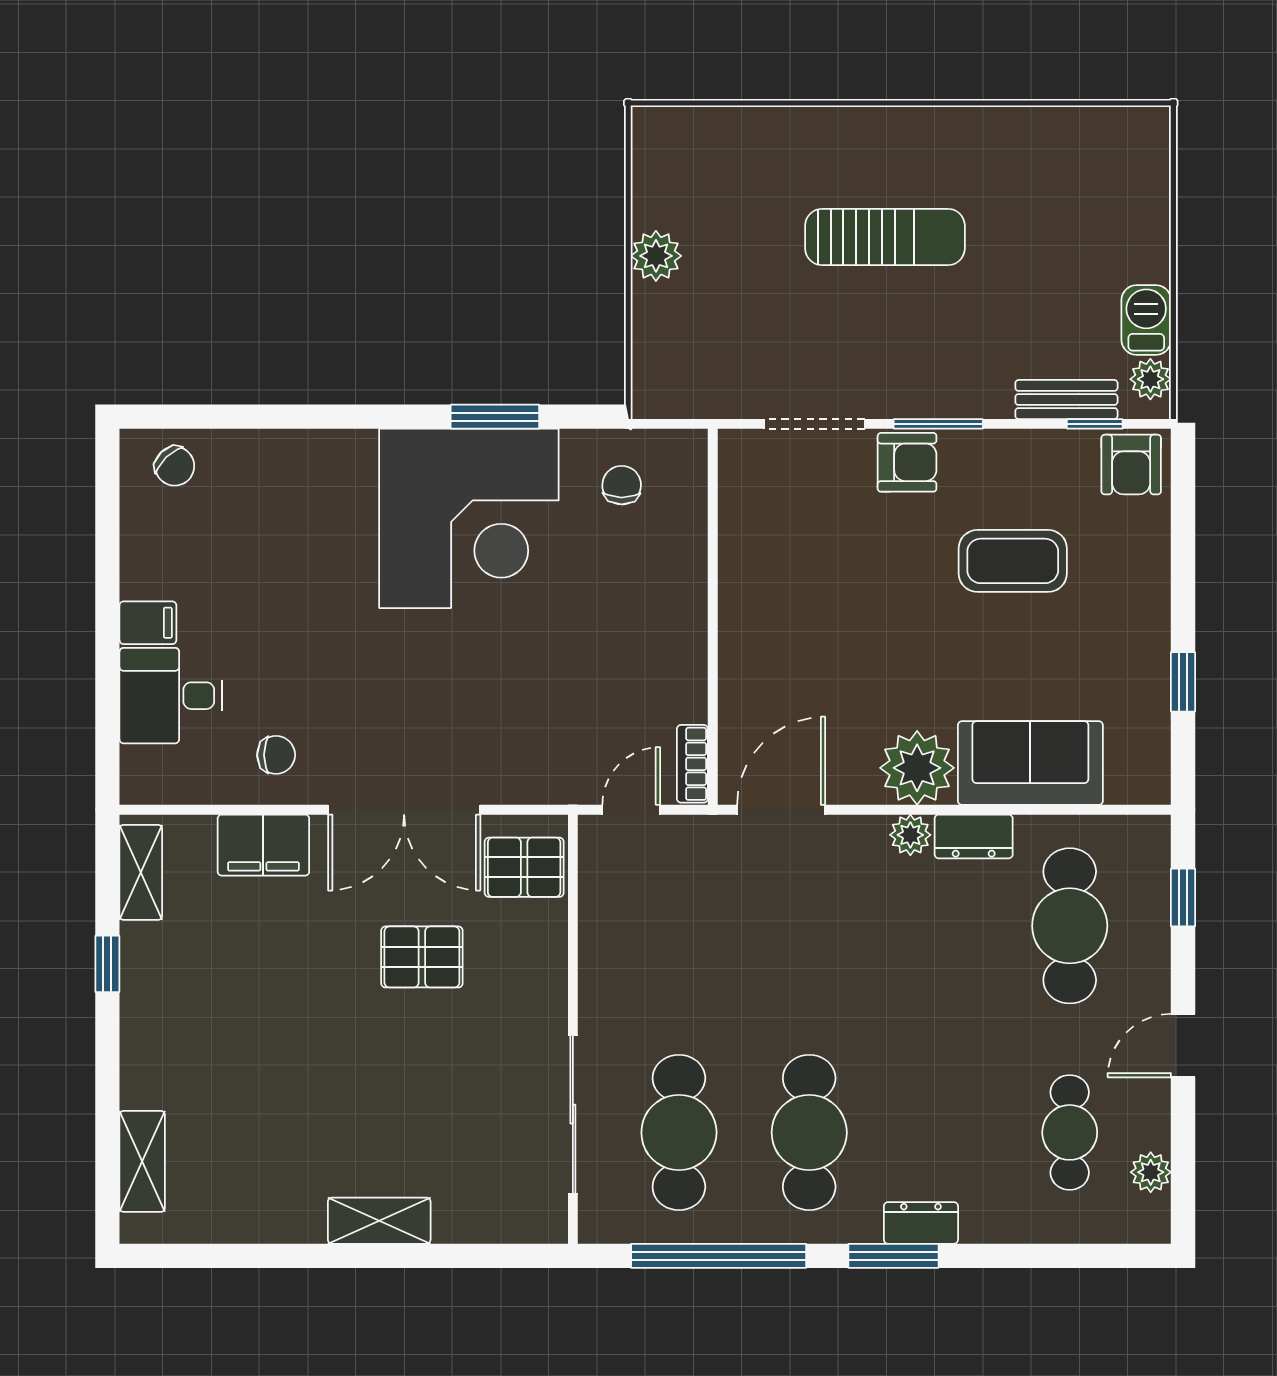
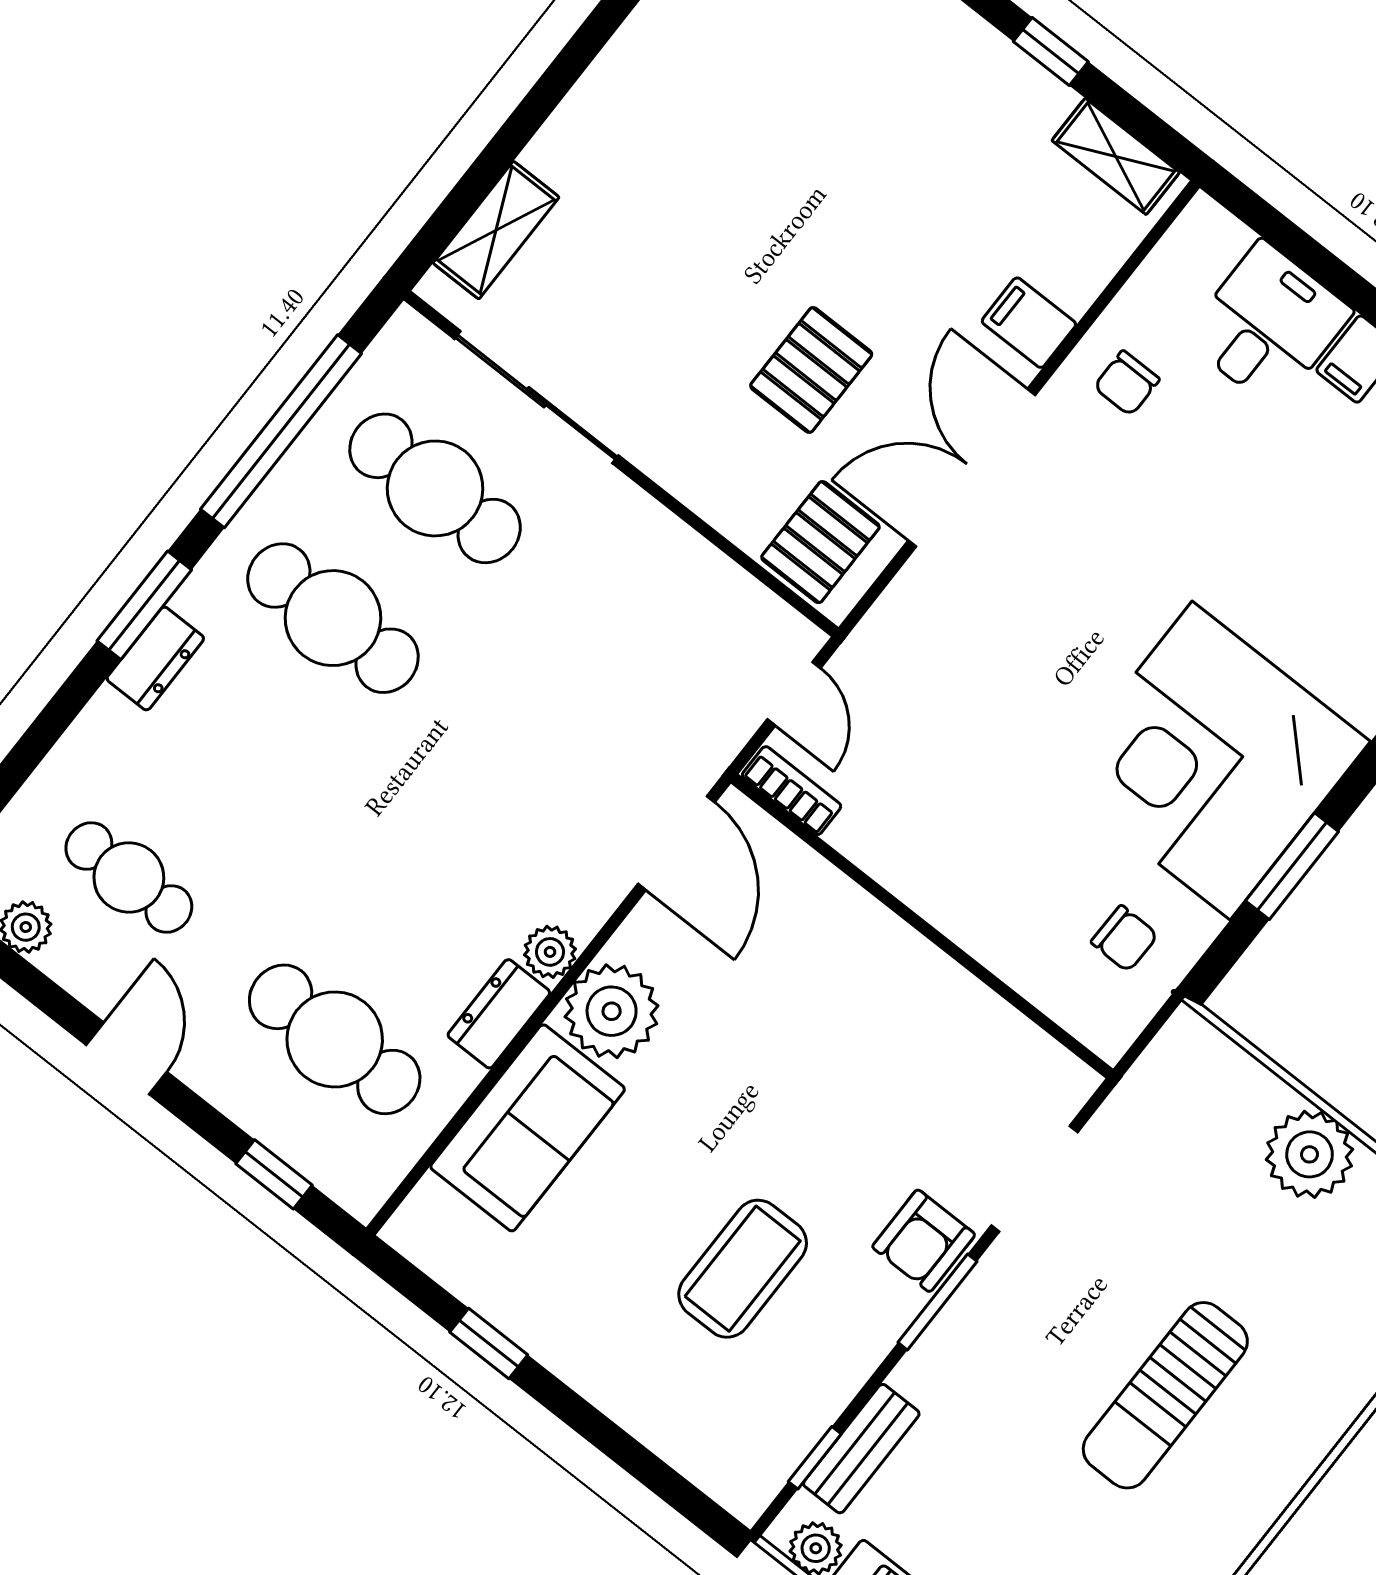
plant: (656, 256) -> (1310, 1154), width x1.36, depth x1.36
armchair: (1131, 465) -> (746, 1462), removed
filing cabinet: (263, 845) -> (1029, 323), width x0.50
shelving: (379, 1221) -> (496, 230), moved

